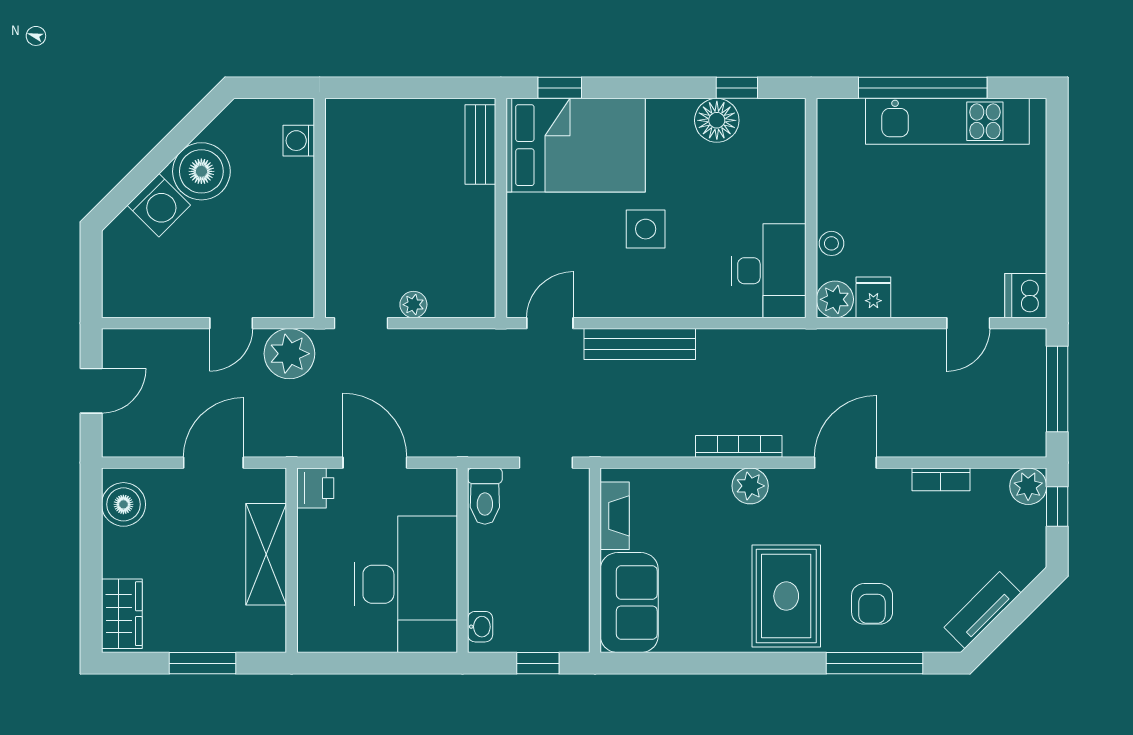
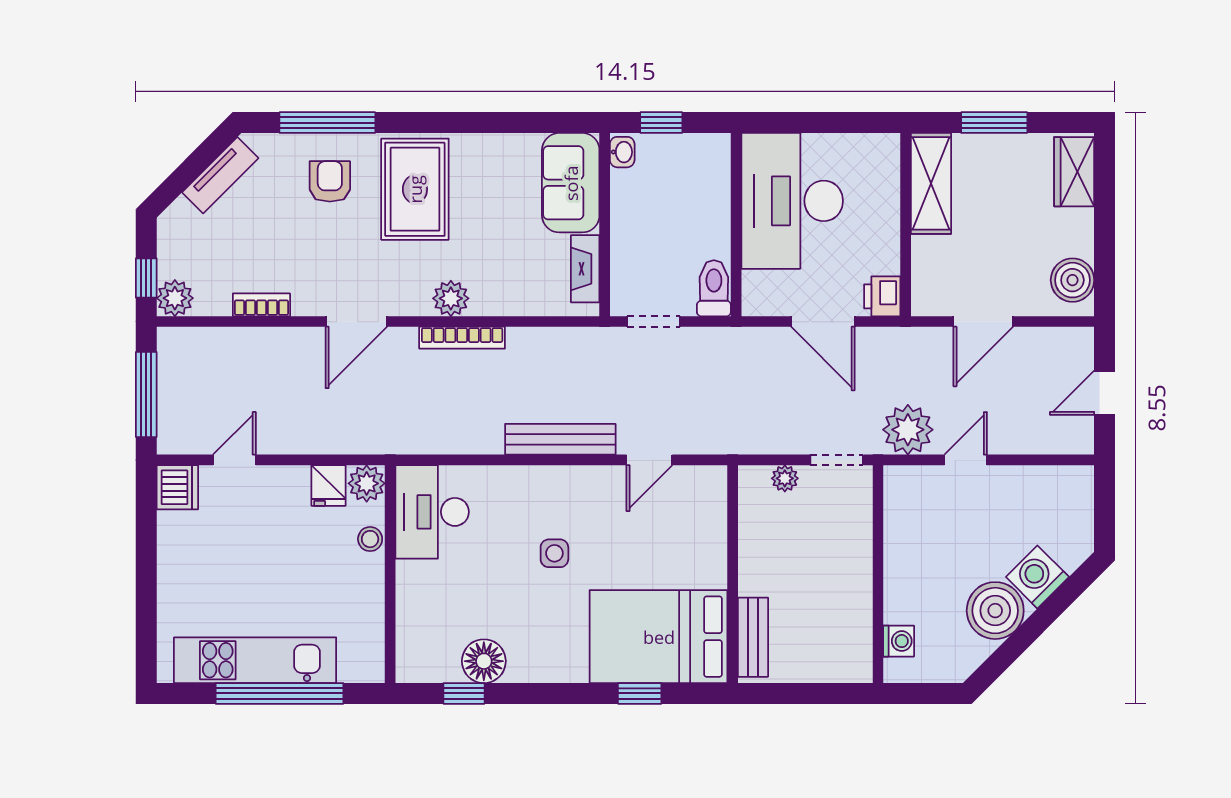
bench: (480, 145) -> (753, 637), moved
bed: (576, 145) -> (659, 637), moved
wall: (501, 208) -> (733, 574), moved
side table: (646, 229) -> (554, 553), width x0.73, depth x0.73
shelving: (266, 554) -> (931, 183), moved
washbasin: (480, 627) -> (622, 152), moved, turned 180

